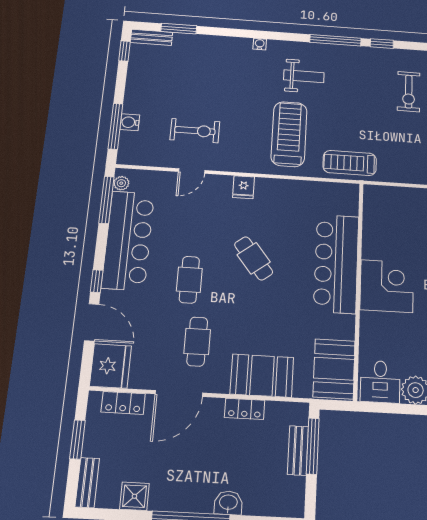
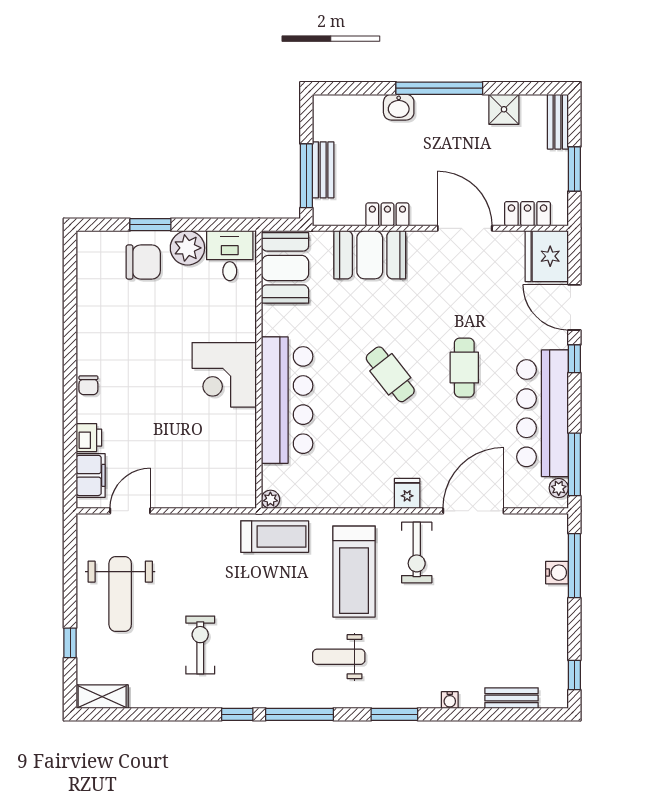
window: (179, 29) -> (394, 714), moved
bench: (151, 37) -> (511, 698), moved
water cooler: (260, 44) -> (450, 700), moved
exercise bike: (195, 131) -> (417, 553), moved, turned -90
door: (192, 171) -> (473, 511), width x1.88
plant: (352, 190) -> (270, 499), added
cafe table: (254, 258) -> (390, 374), moved
cafe table: (197, 342) -> (449, 291), removed
door: (179, 393) -> (465, 228), hinge flipped

